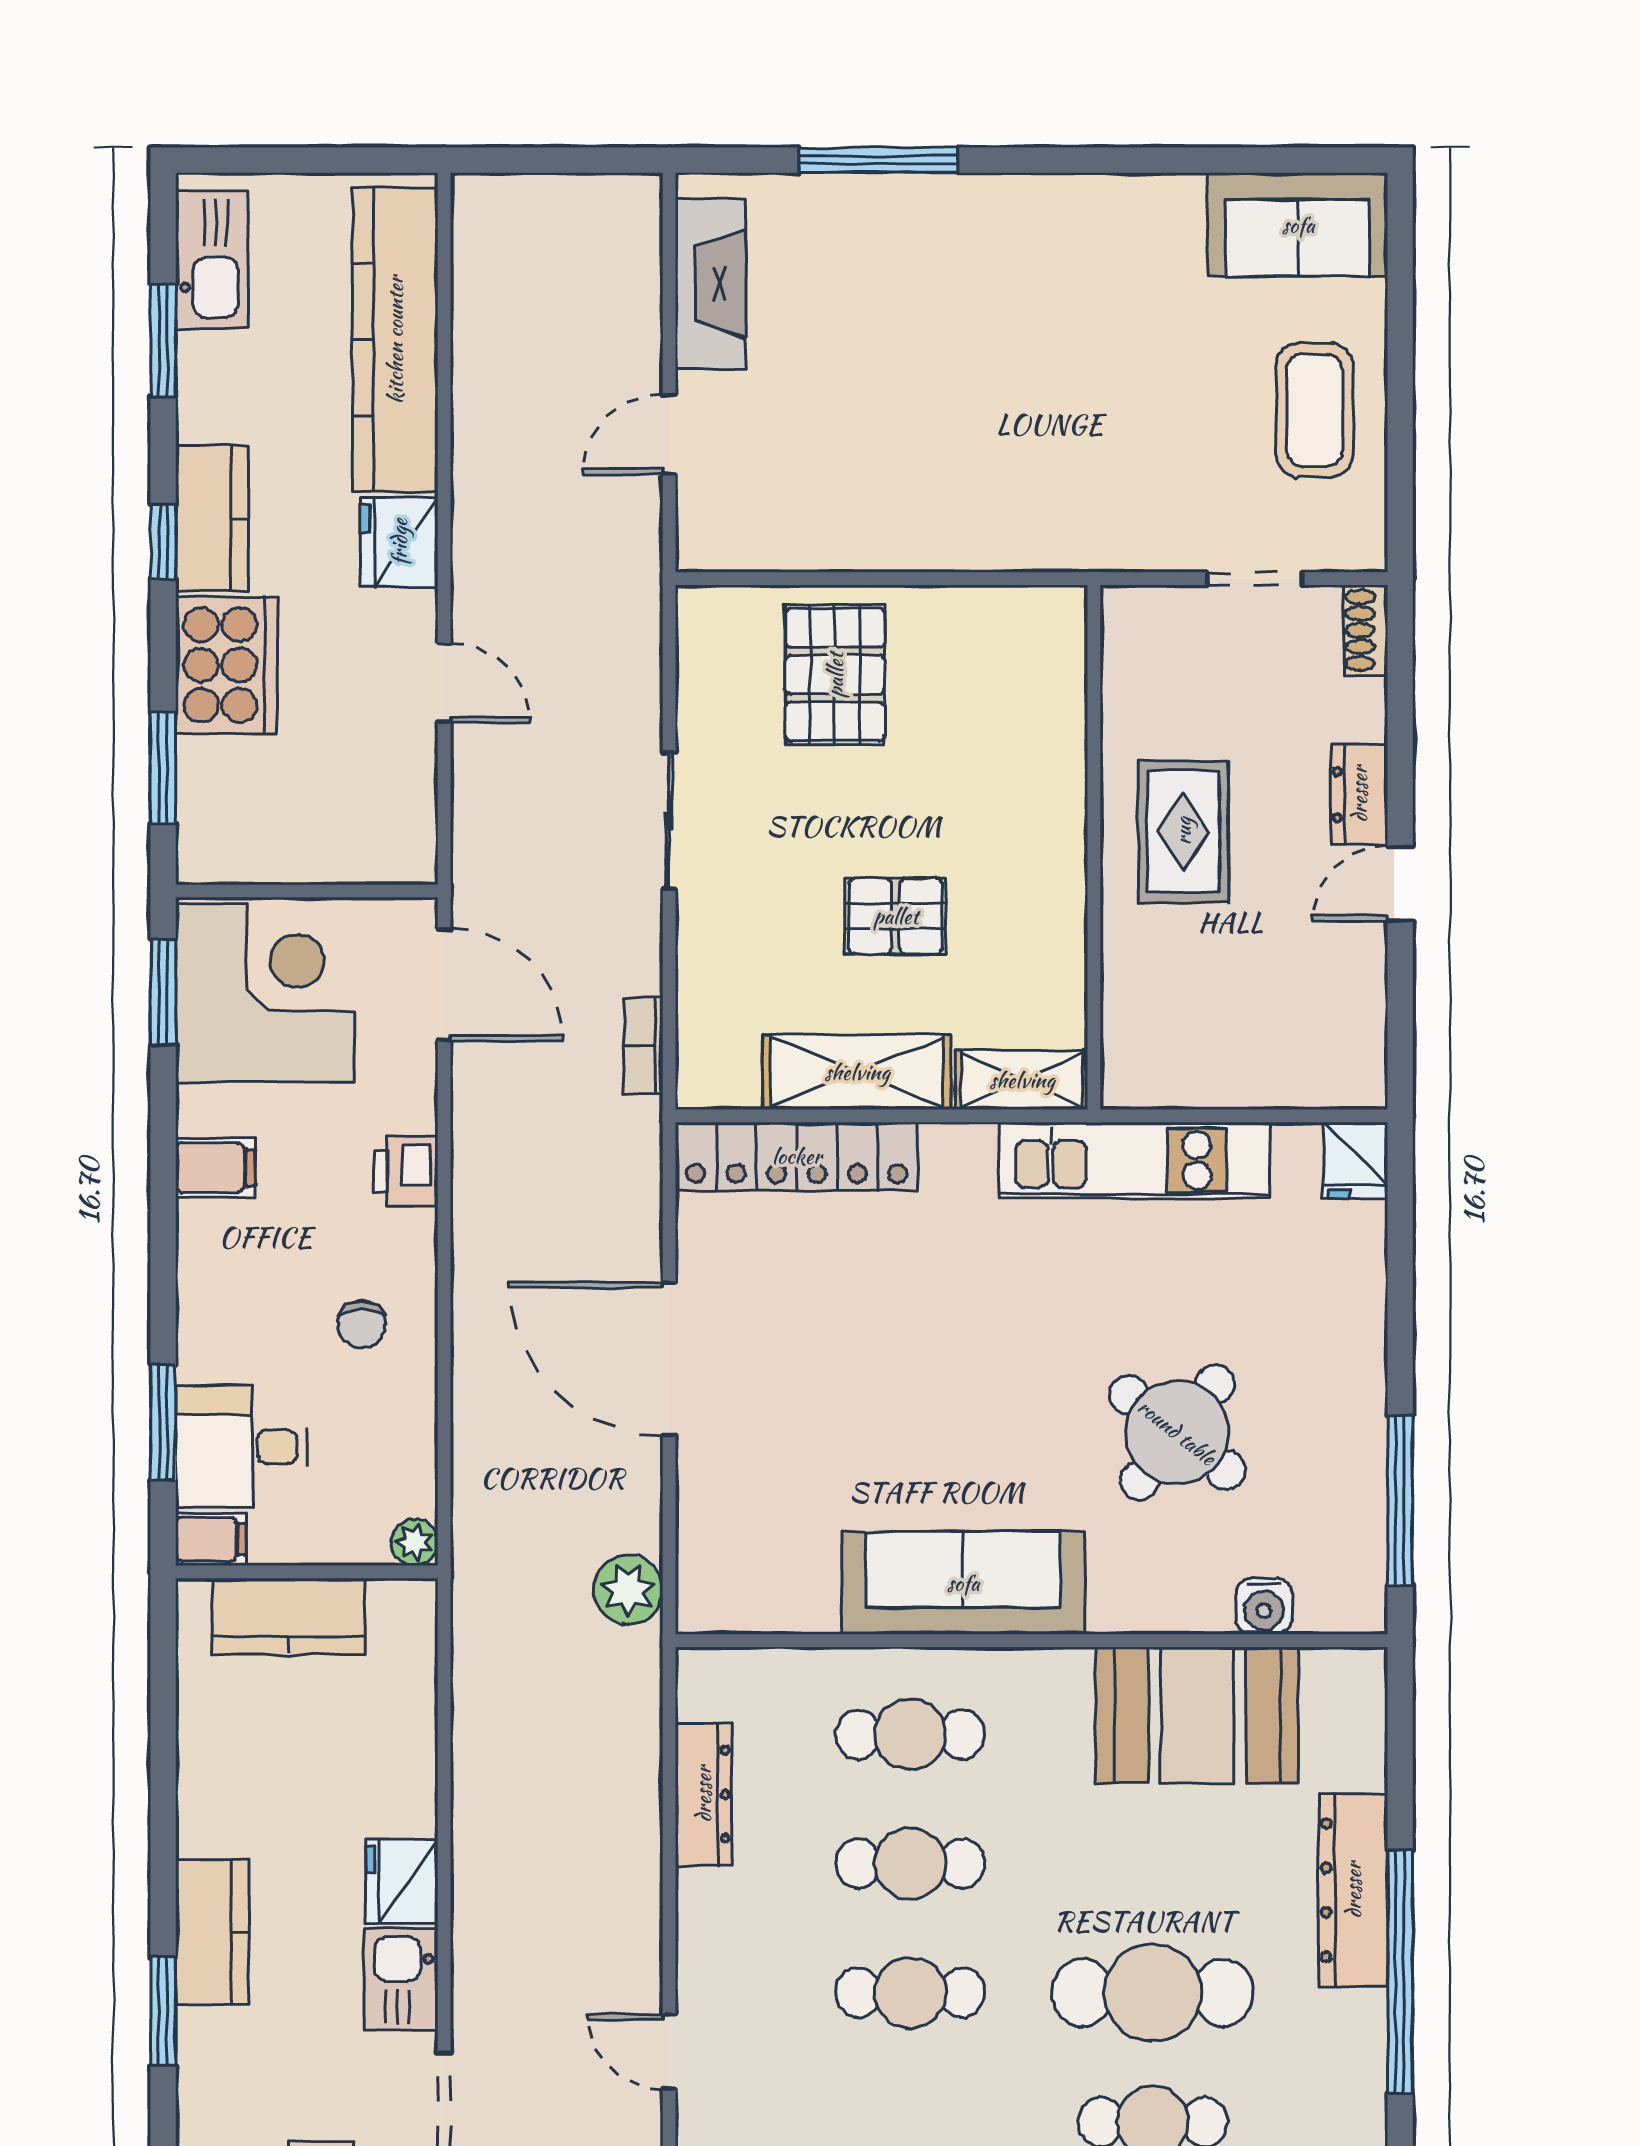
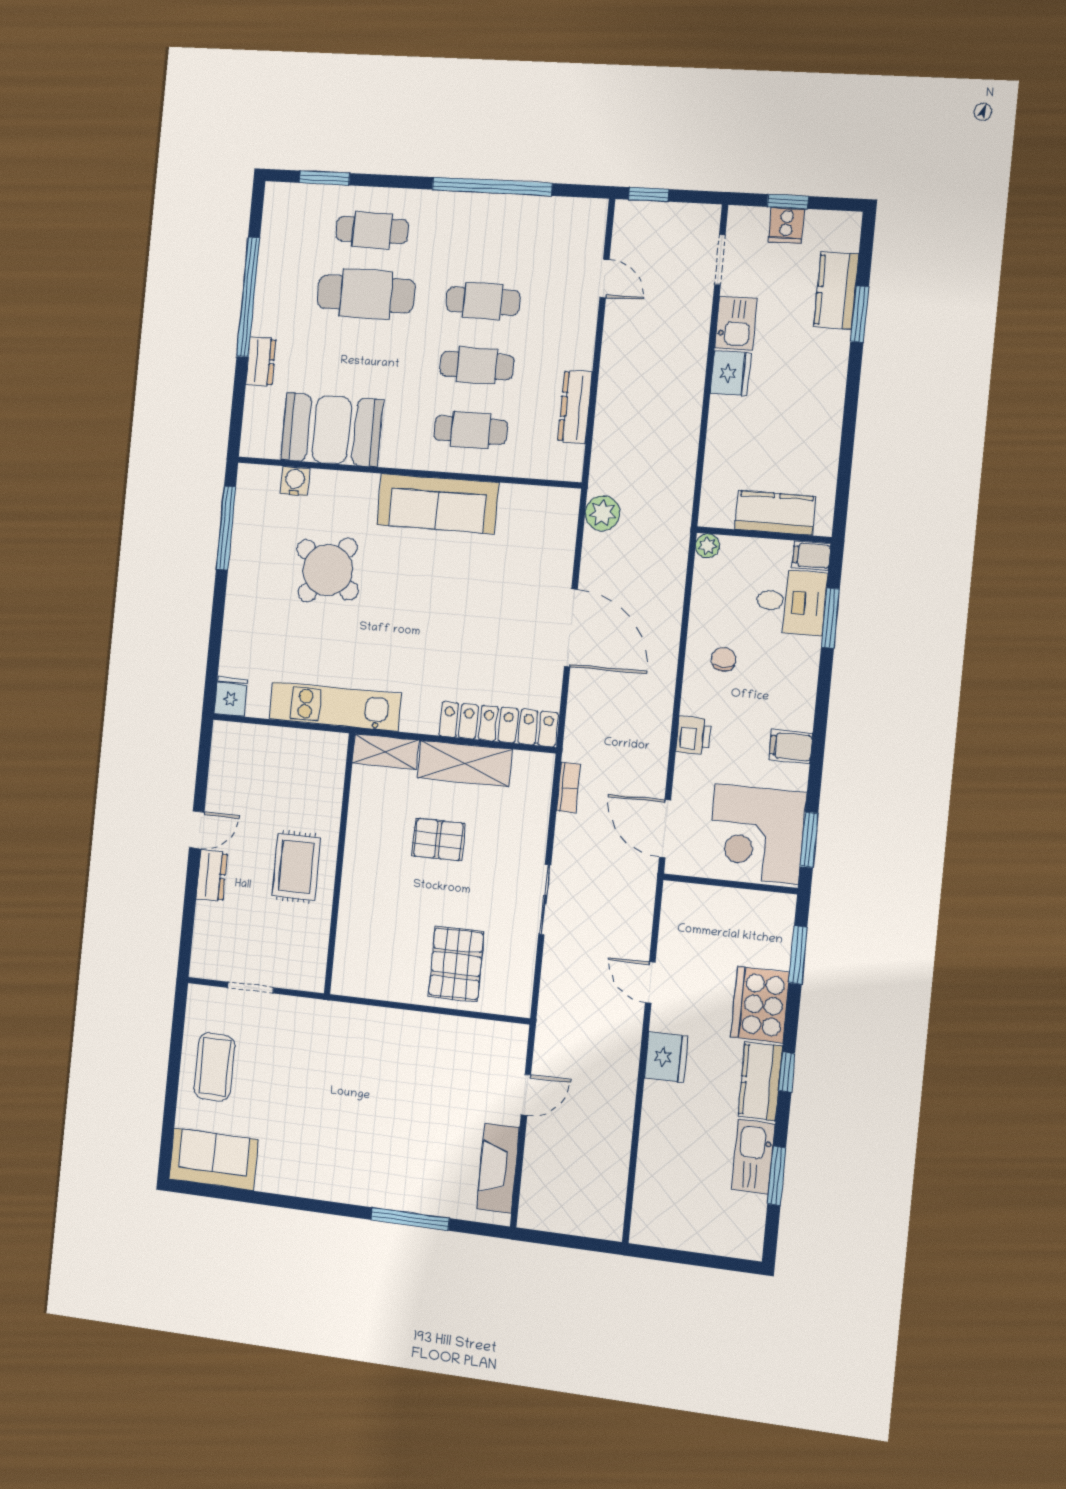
kitchen sink: (212, 260) -> (753, 1157), moved
kitchen counter: (395, 340) -> (658, 1161), removed
shoe rack: (1366, 630) -> (201, 956), removed
dresser: (1353, 1890) -> (261, 362), width x0.51, depth x0.80
kitchen counter: (212, 1932) -> (836, 291), moved

